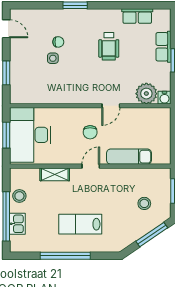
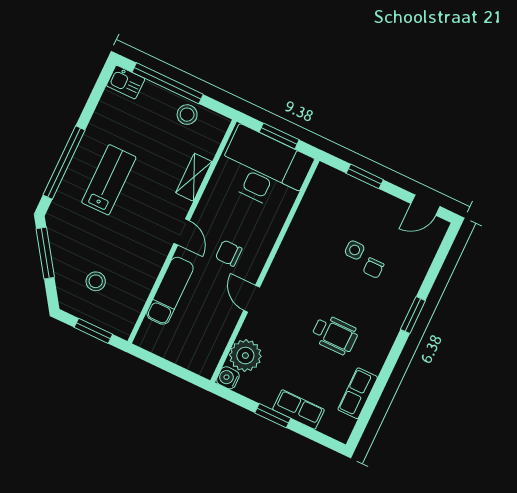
wheelchair: (109, 46) -> (335, 335), turned 180
kitchen sink: (17, 224) -> (126, 82), moved
window: (152, 235) -> (45, 253), moved
window: (65, 256) -> (64, 163), moved

